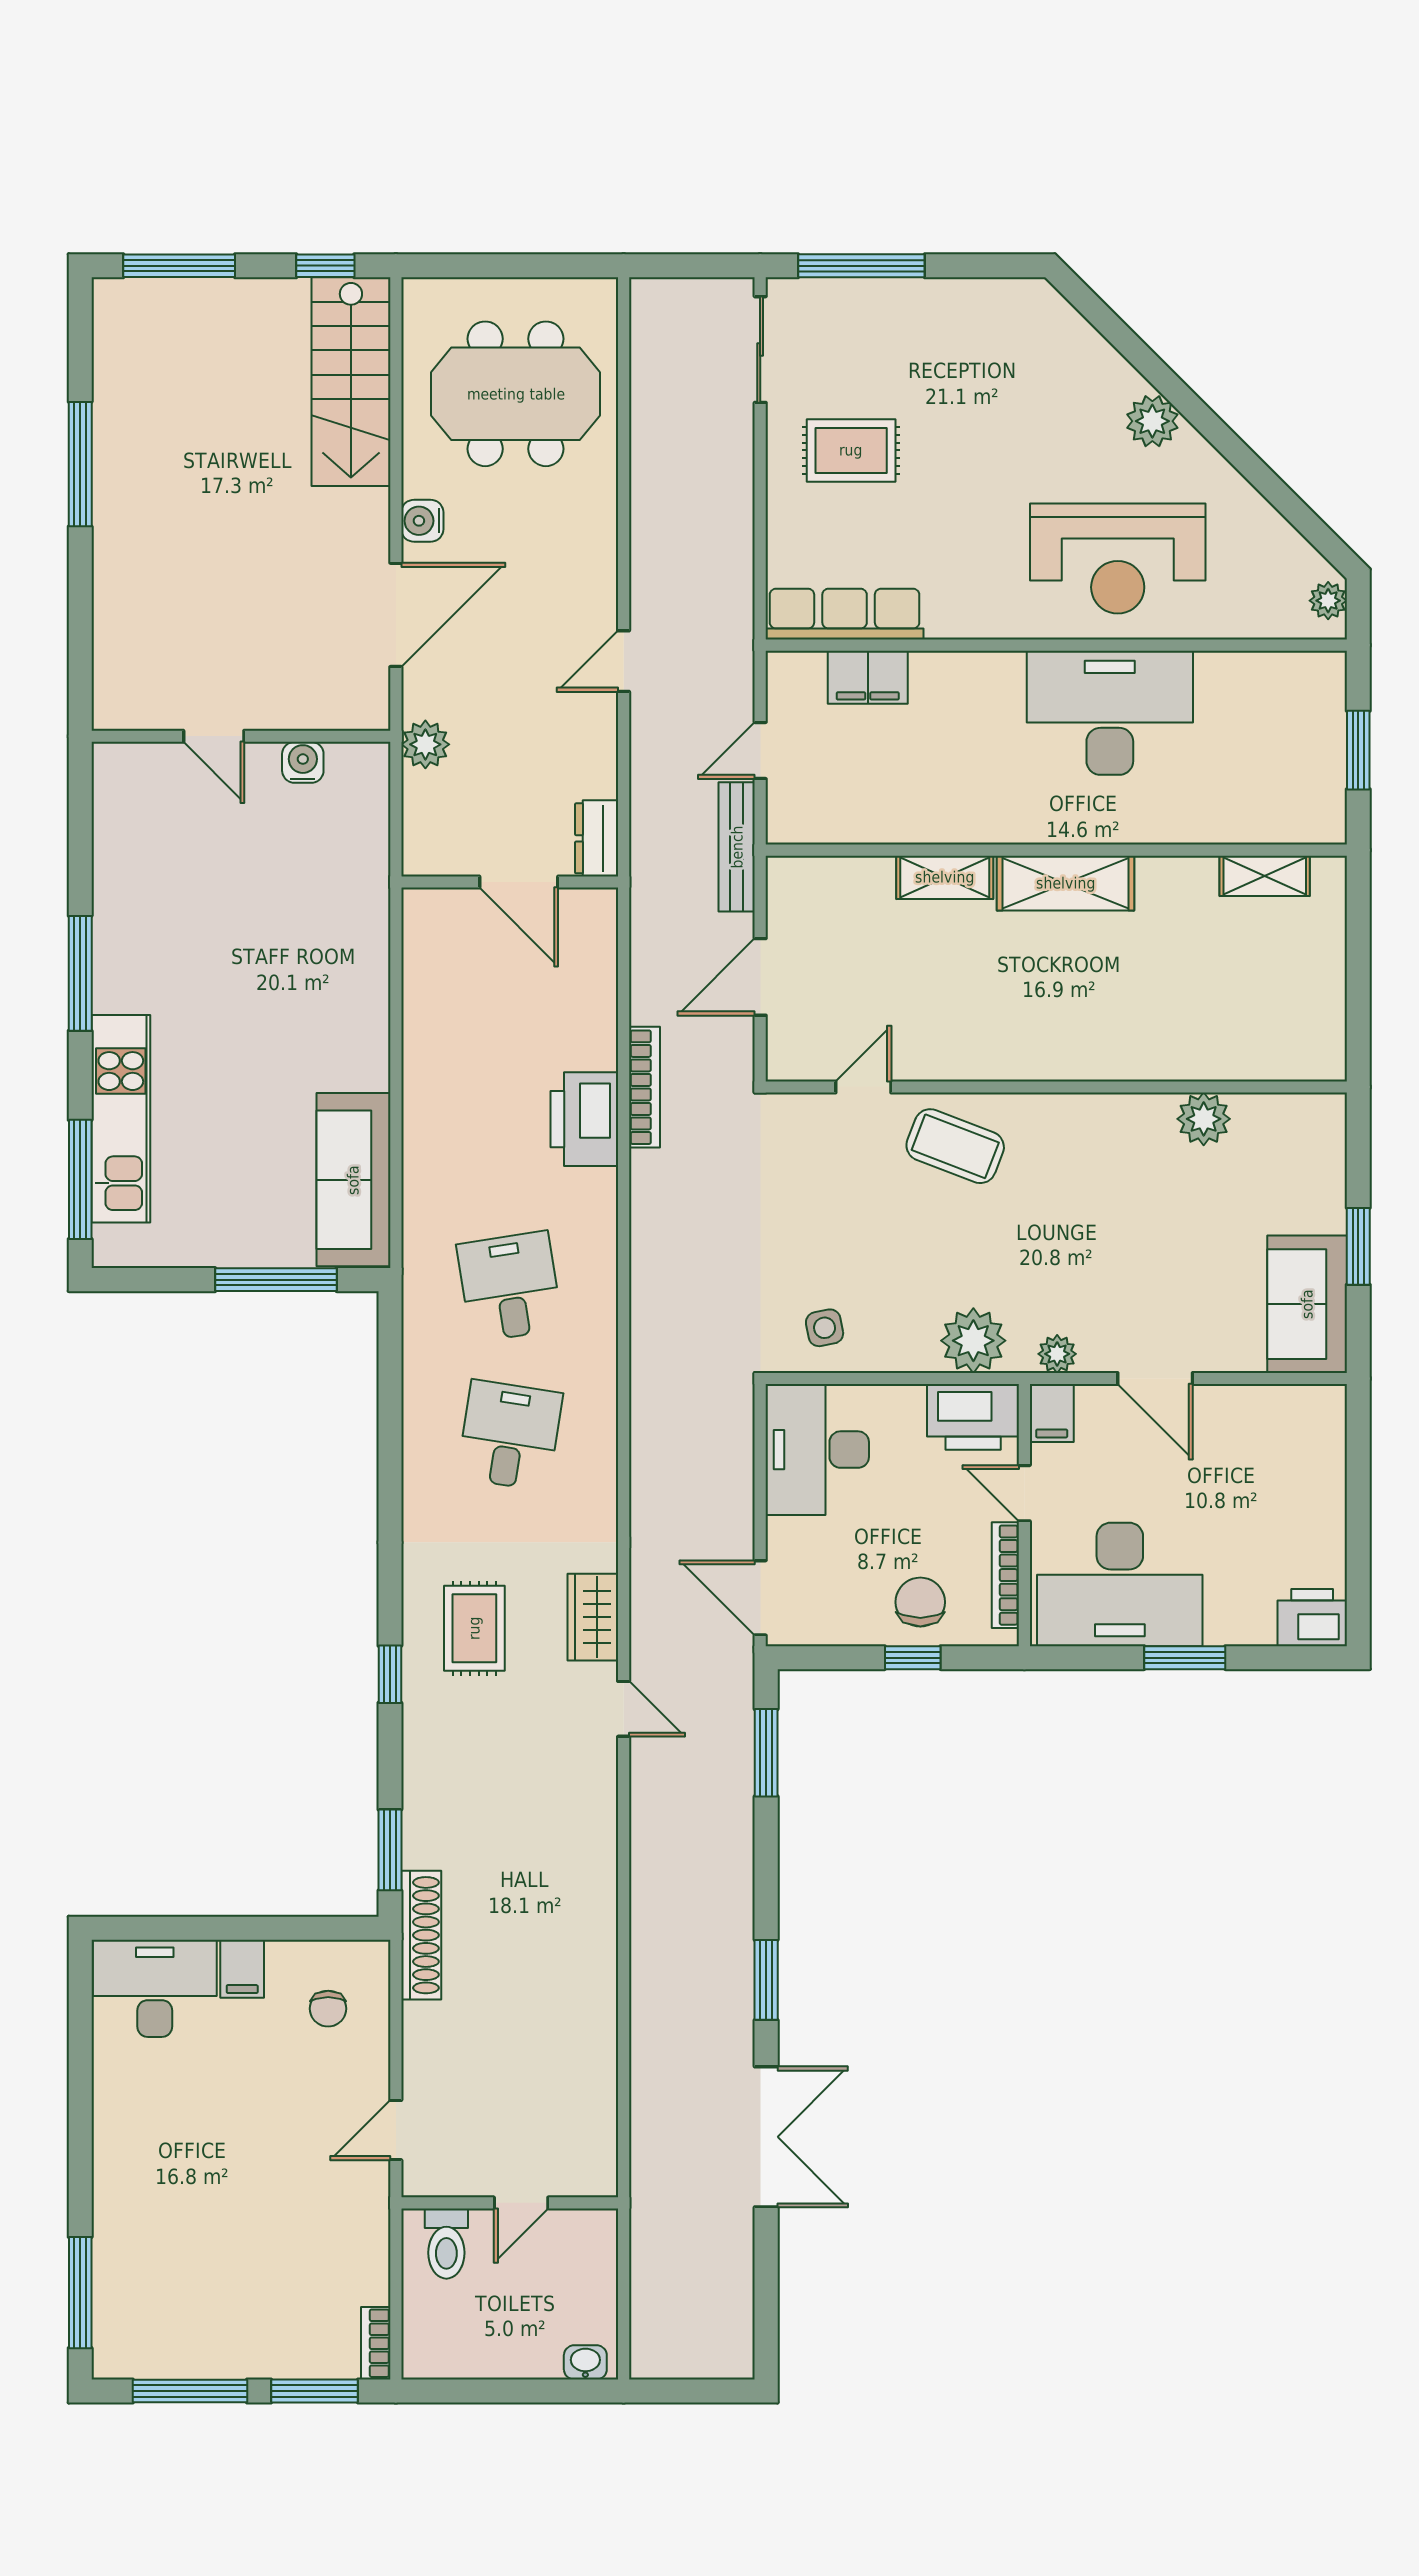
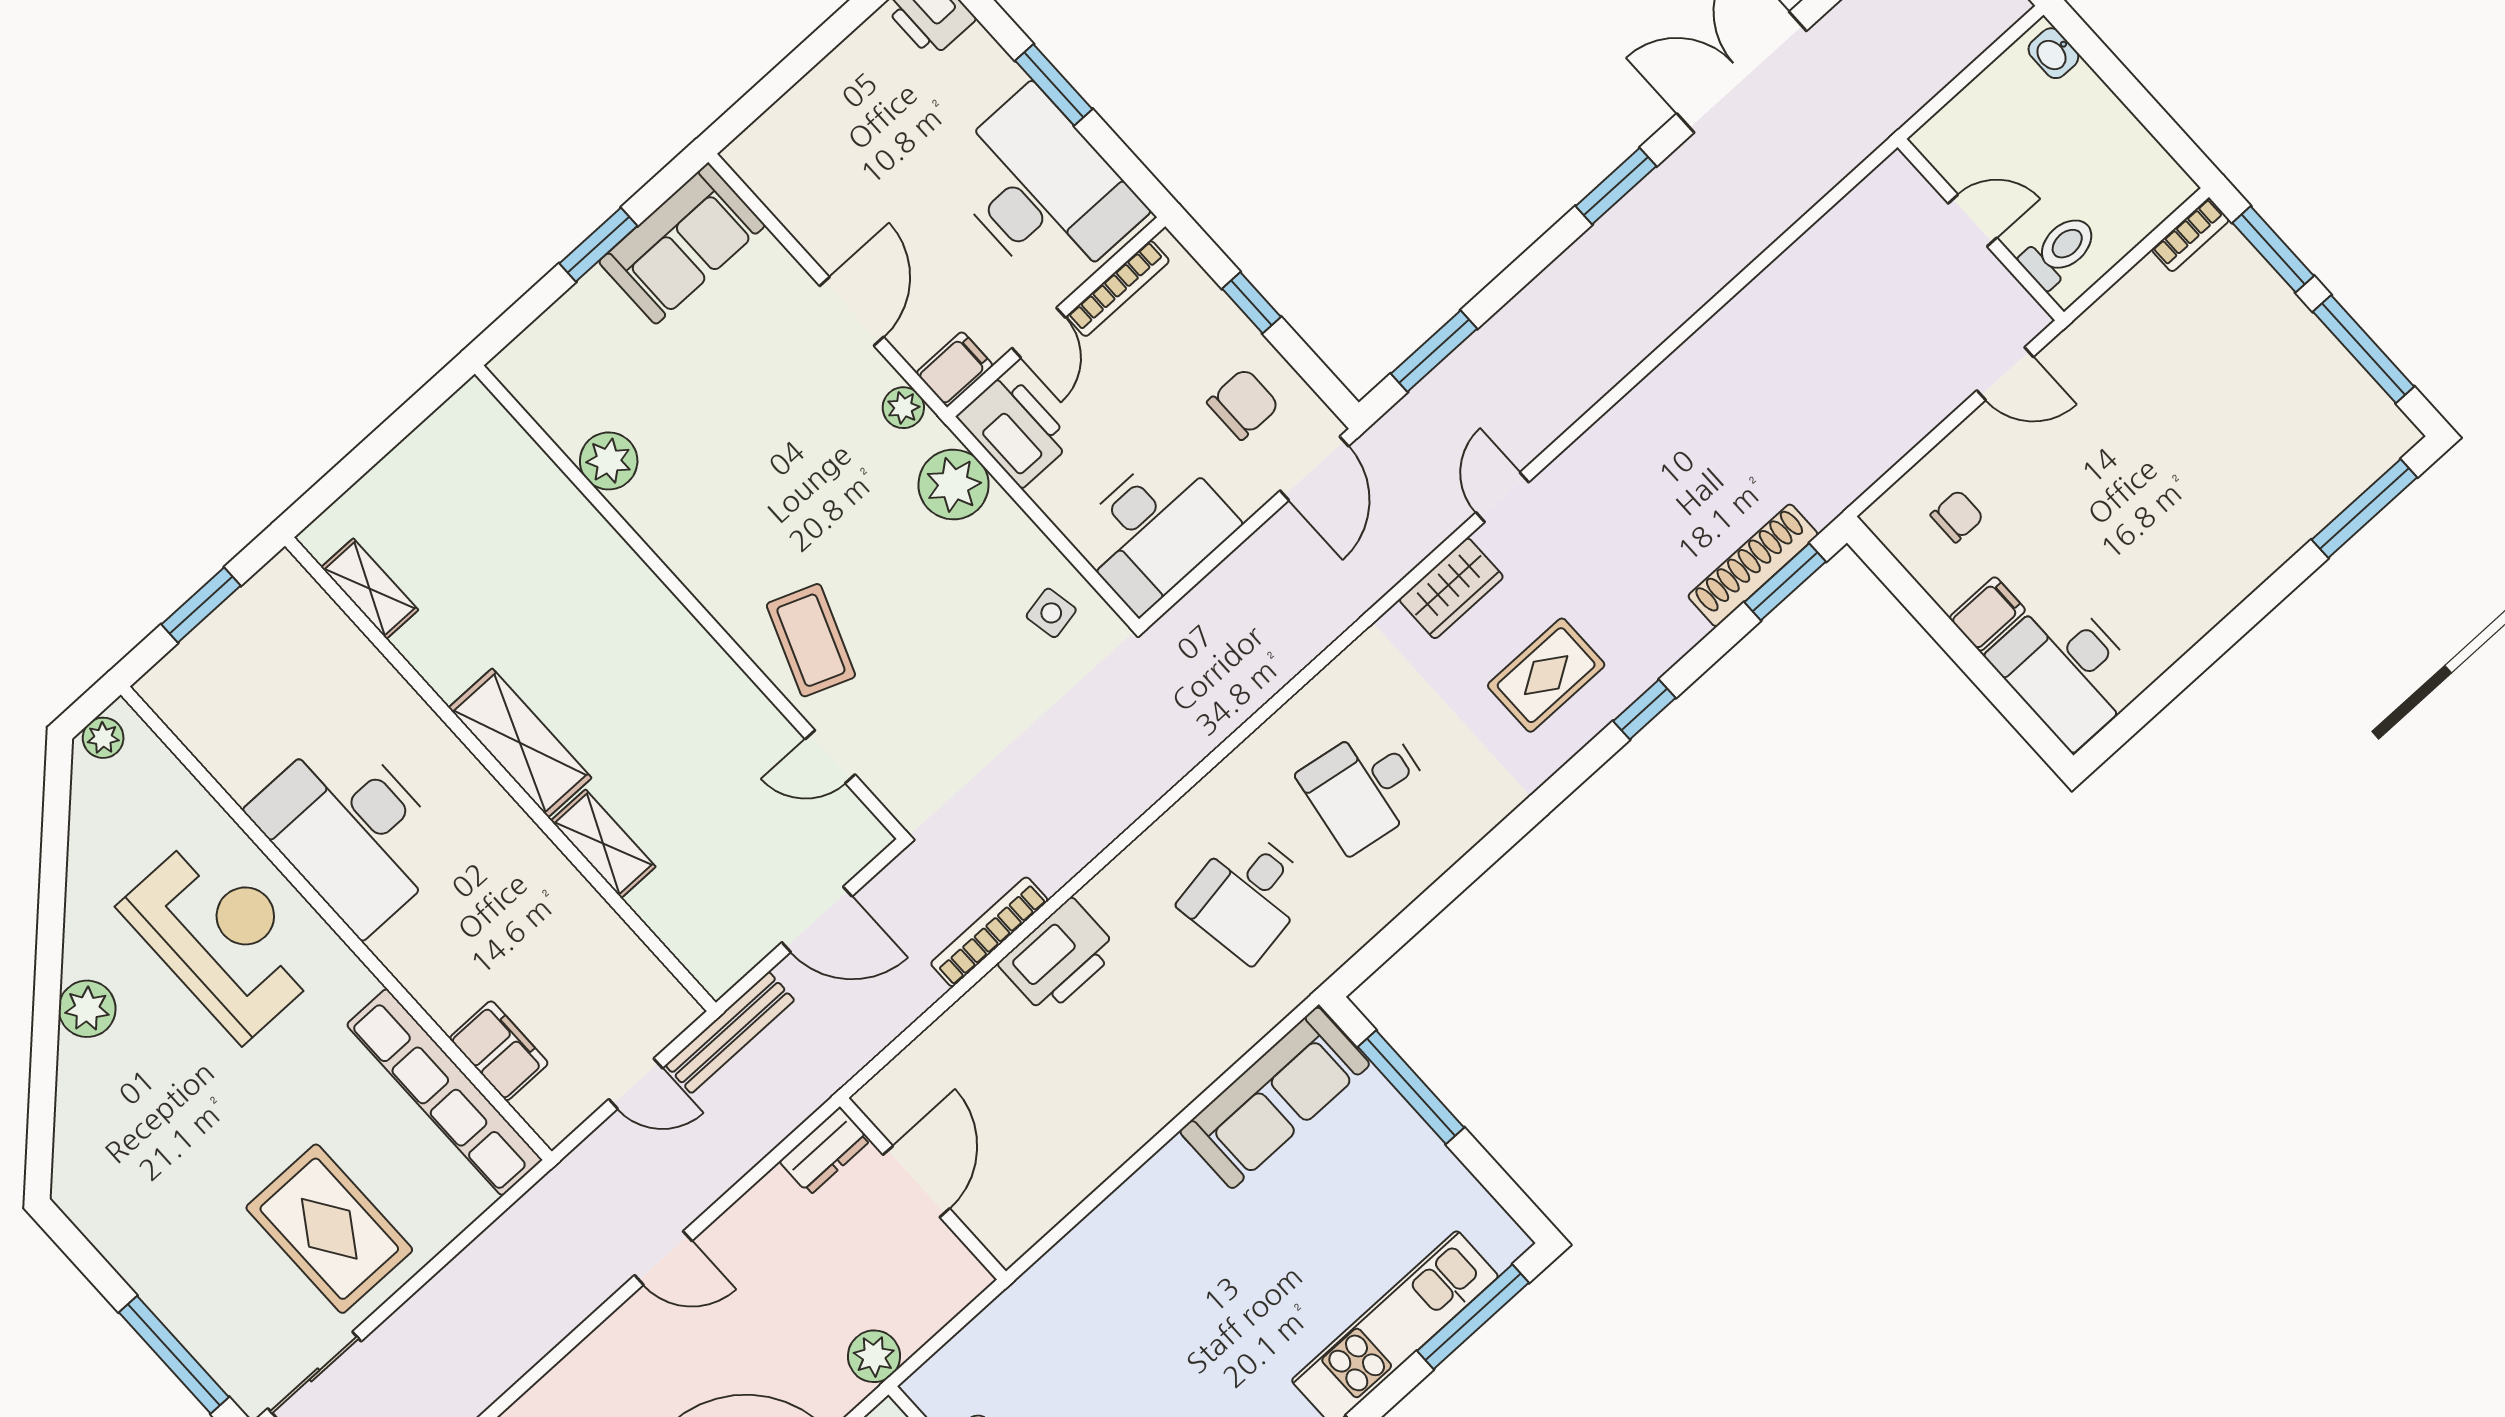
rug: (851, 450) -> (329, 1229), width x1.36, depth x1.43
row of seats: (845, 614) -> (444, 1092), width x1.36
chair: (920, 1602) -> (1243, 404), moved, turned 180
shoe rack: (421, 1935) -> (1753, 565), moved

